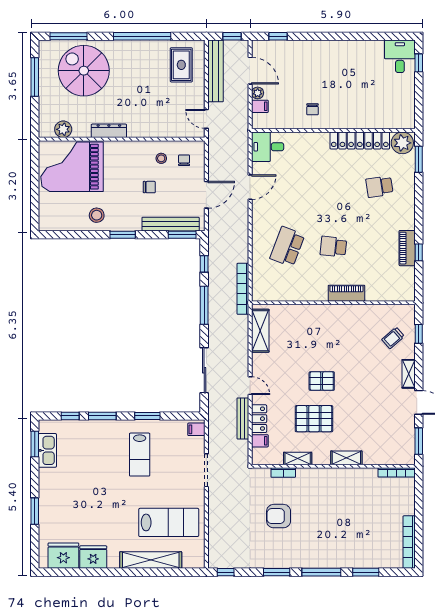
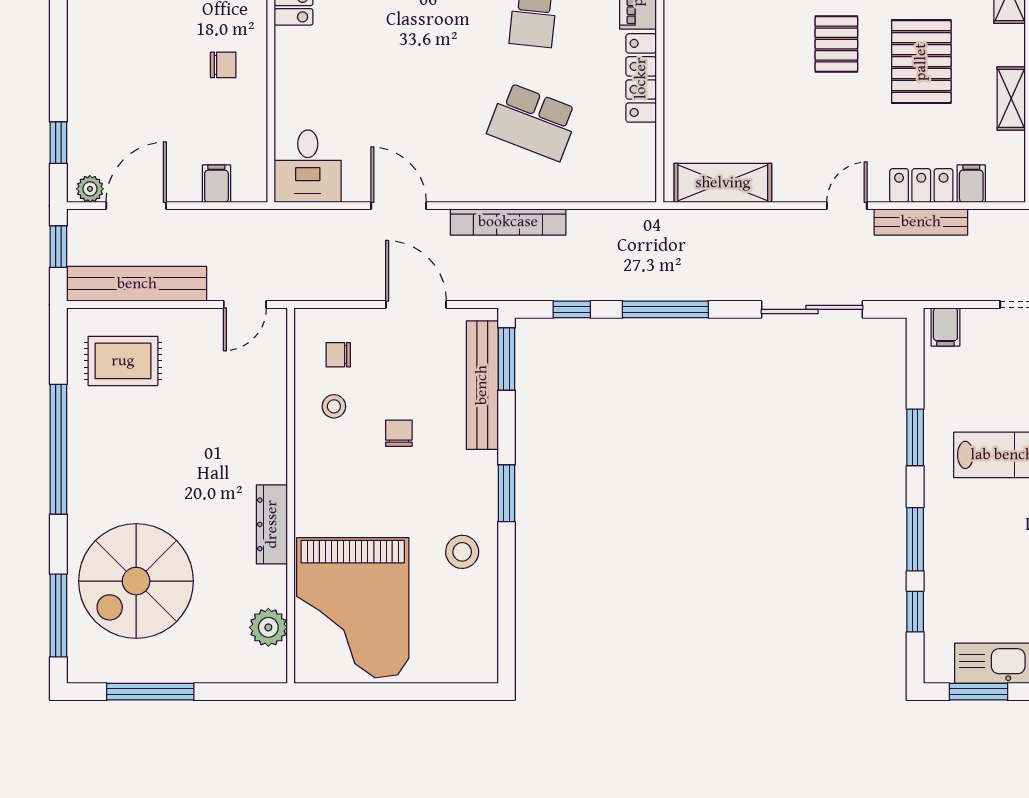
plant: (258, 93) -> (90, 189), moved
bookcase: (243, 289) -> (508, 222), moved
locker: (307, 295) -> (641, 78), added

